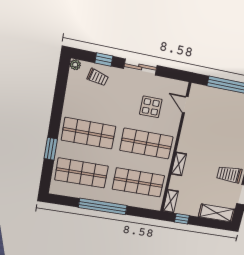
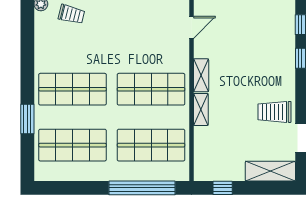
door: (185, 105) -> (192, 27), swing flipped
display table: (151, 107) -> (147, 39), removed
shelving: (171, 201) -> (201, 75), moved
window: (103, 206) -> (142, 188), moved

